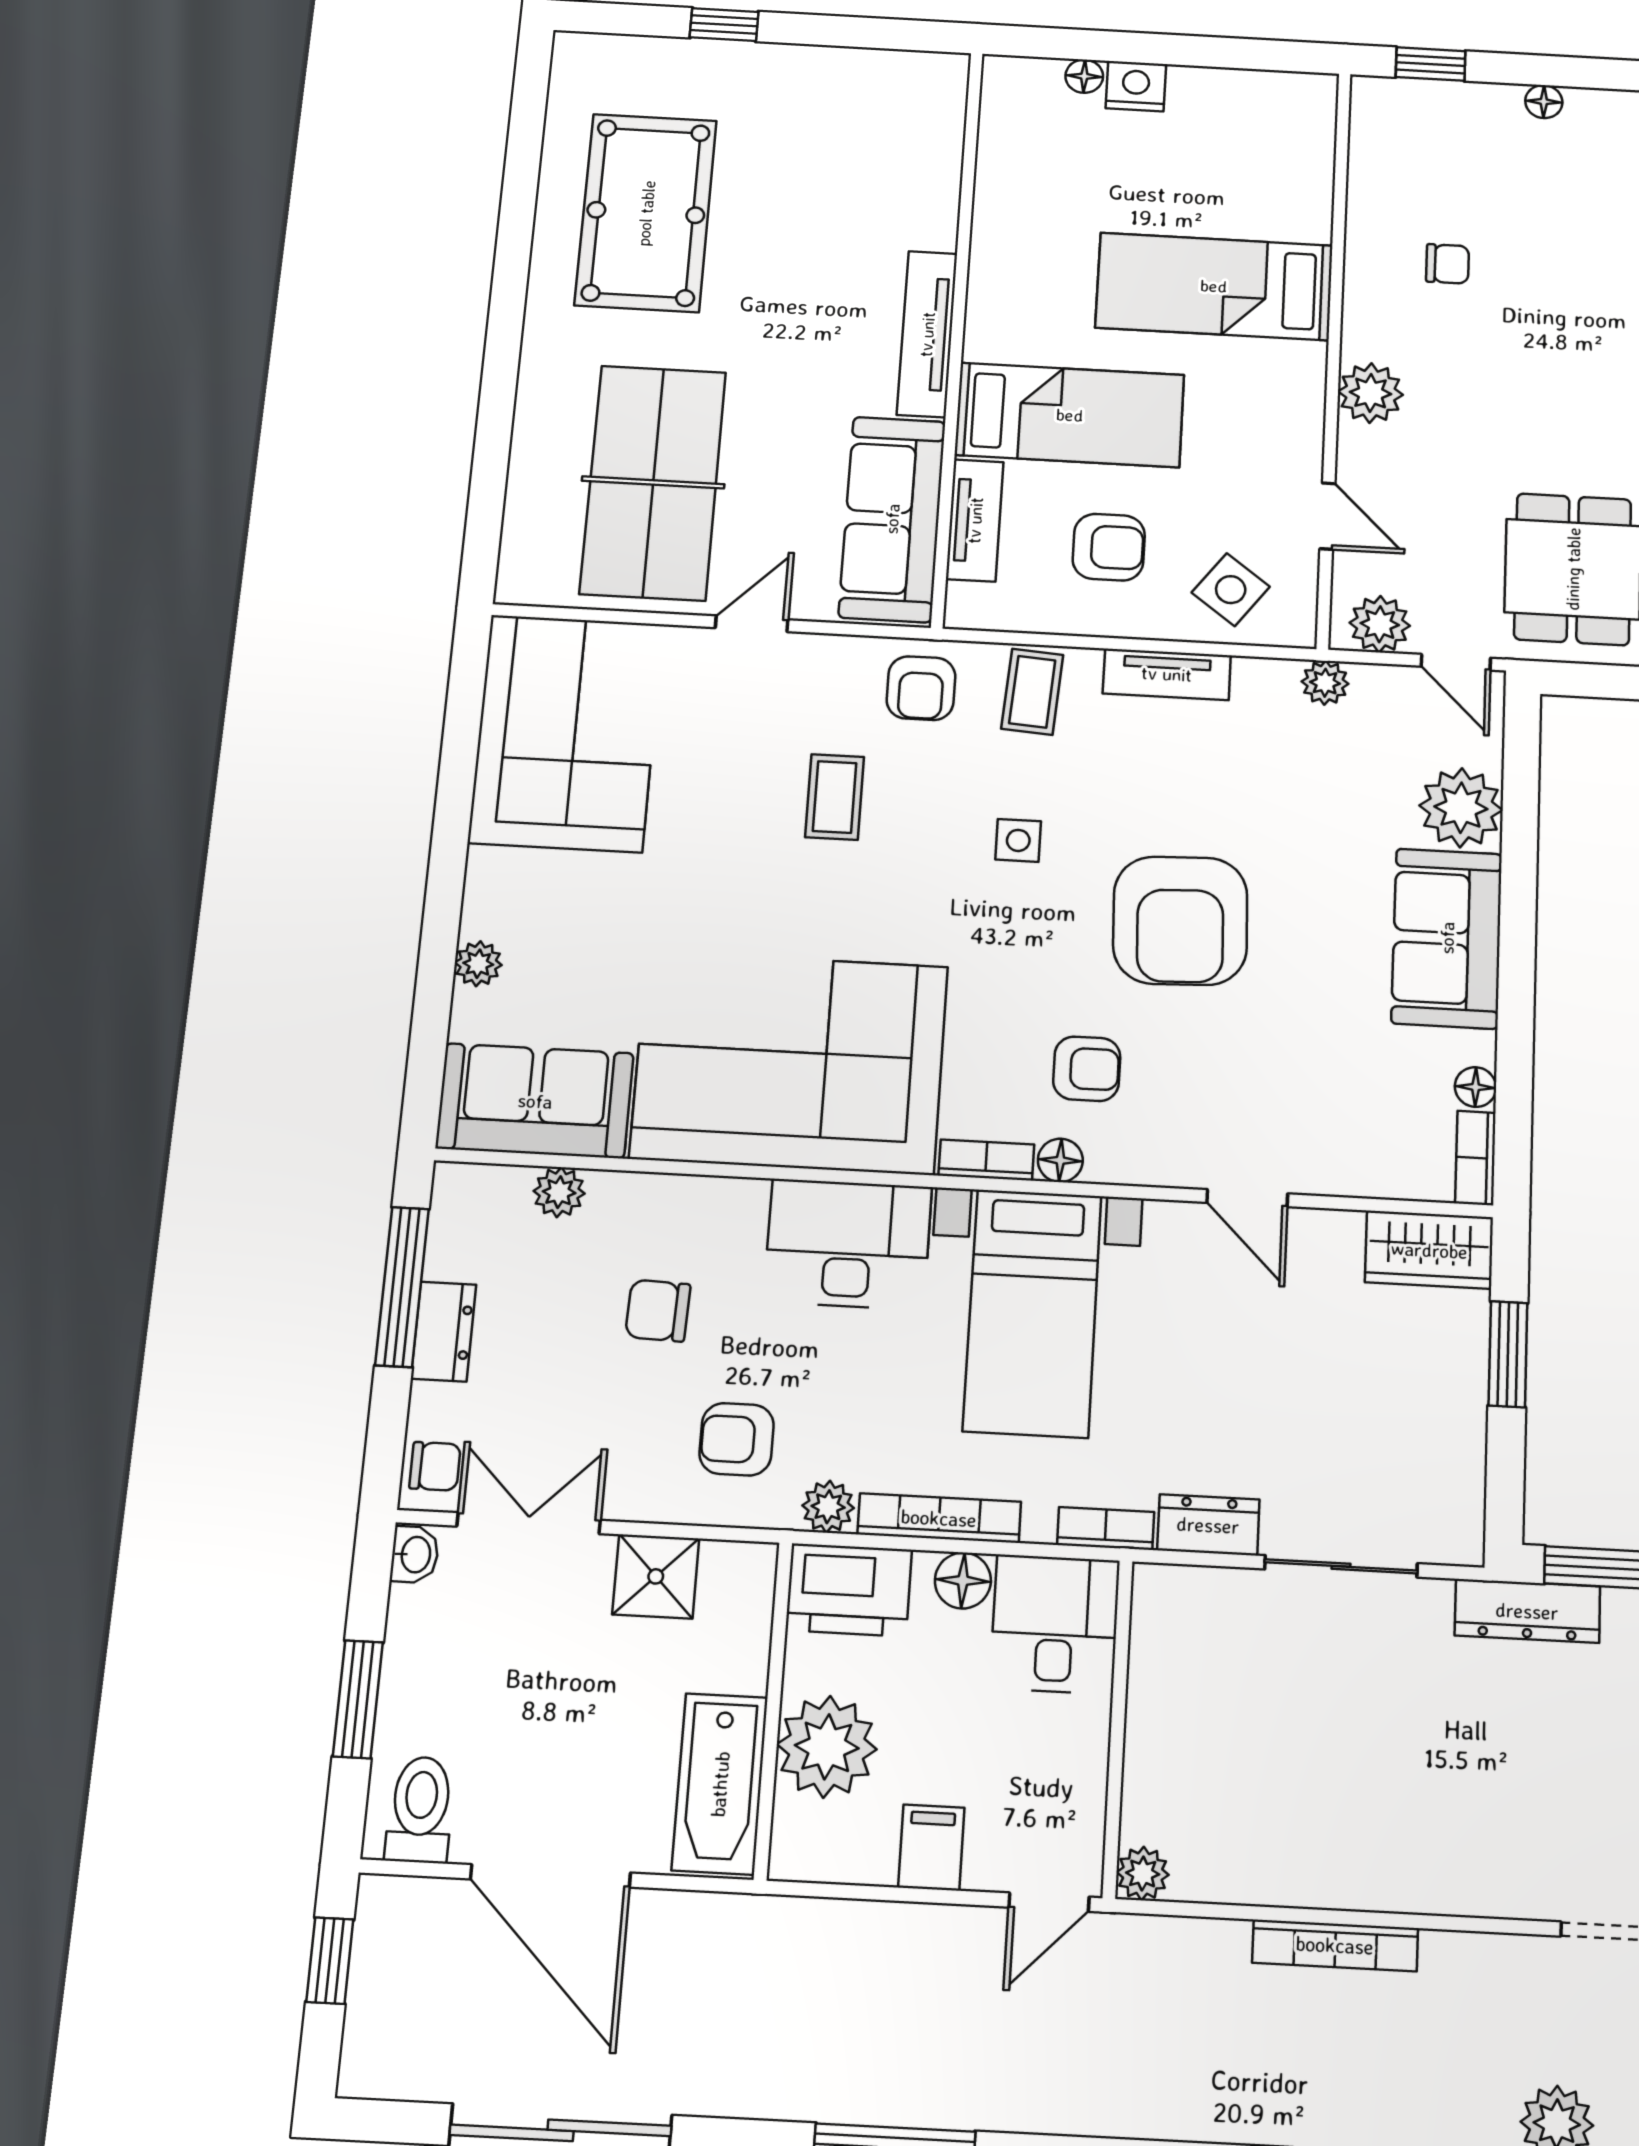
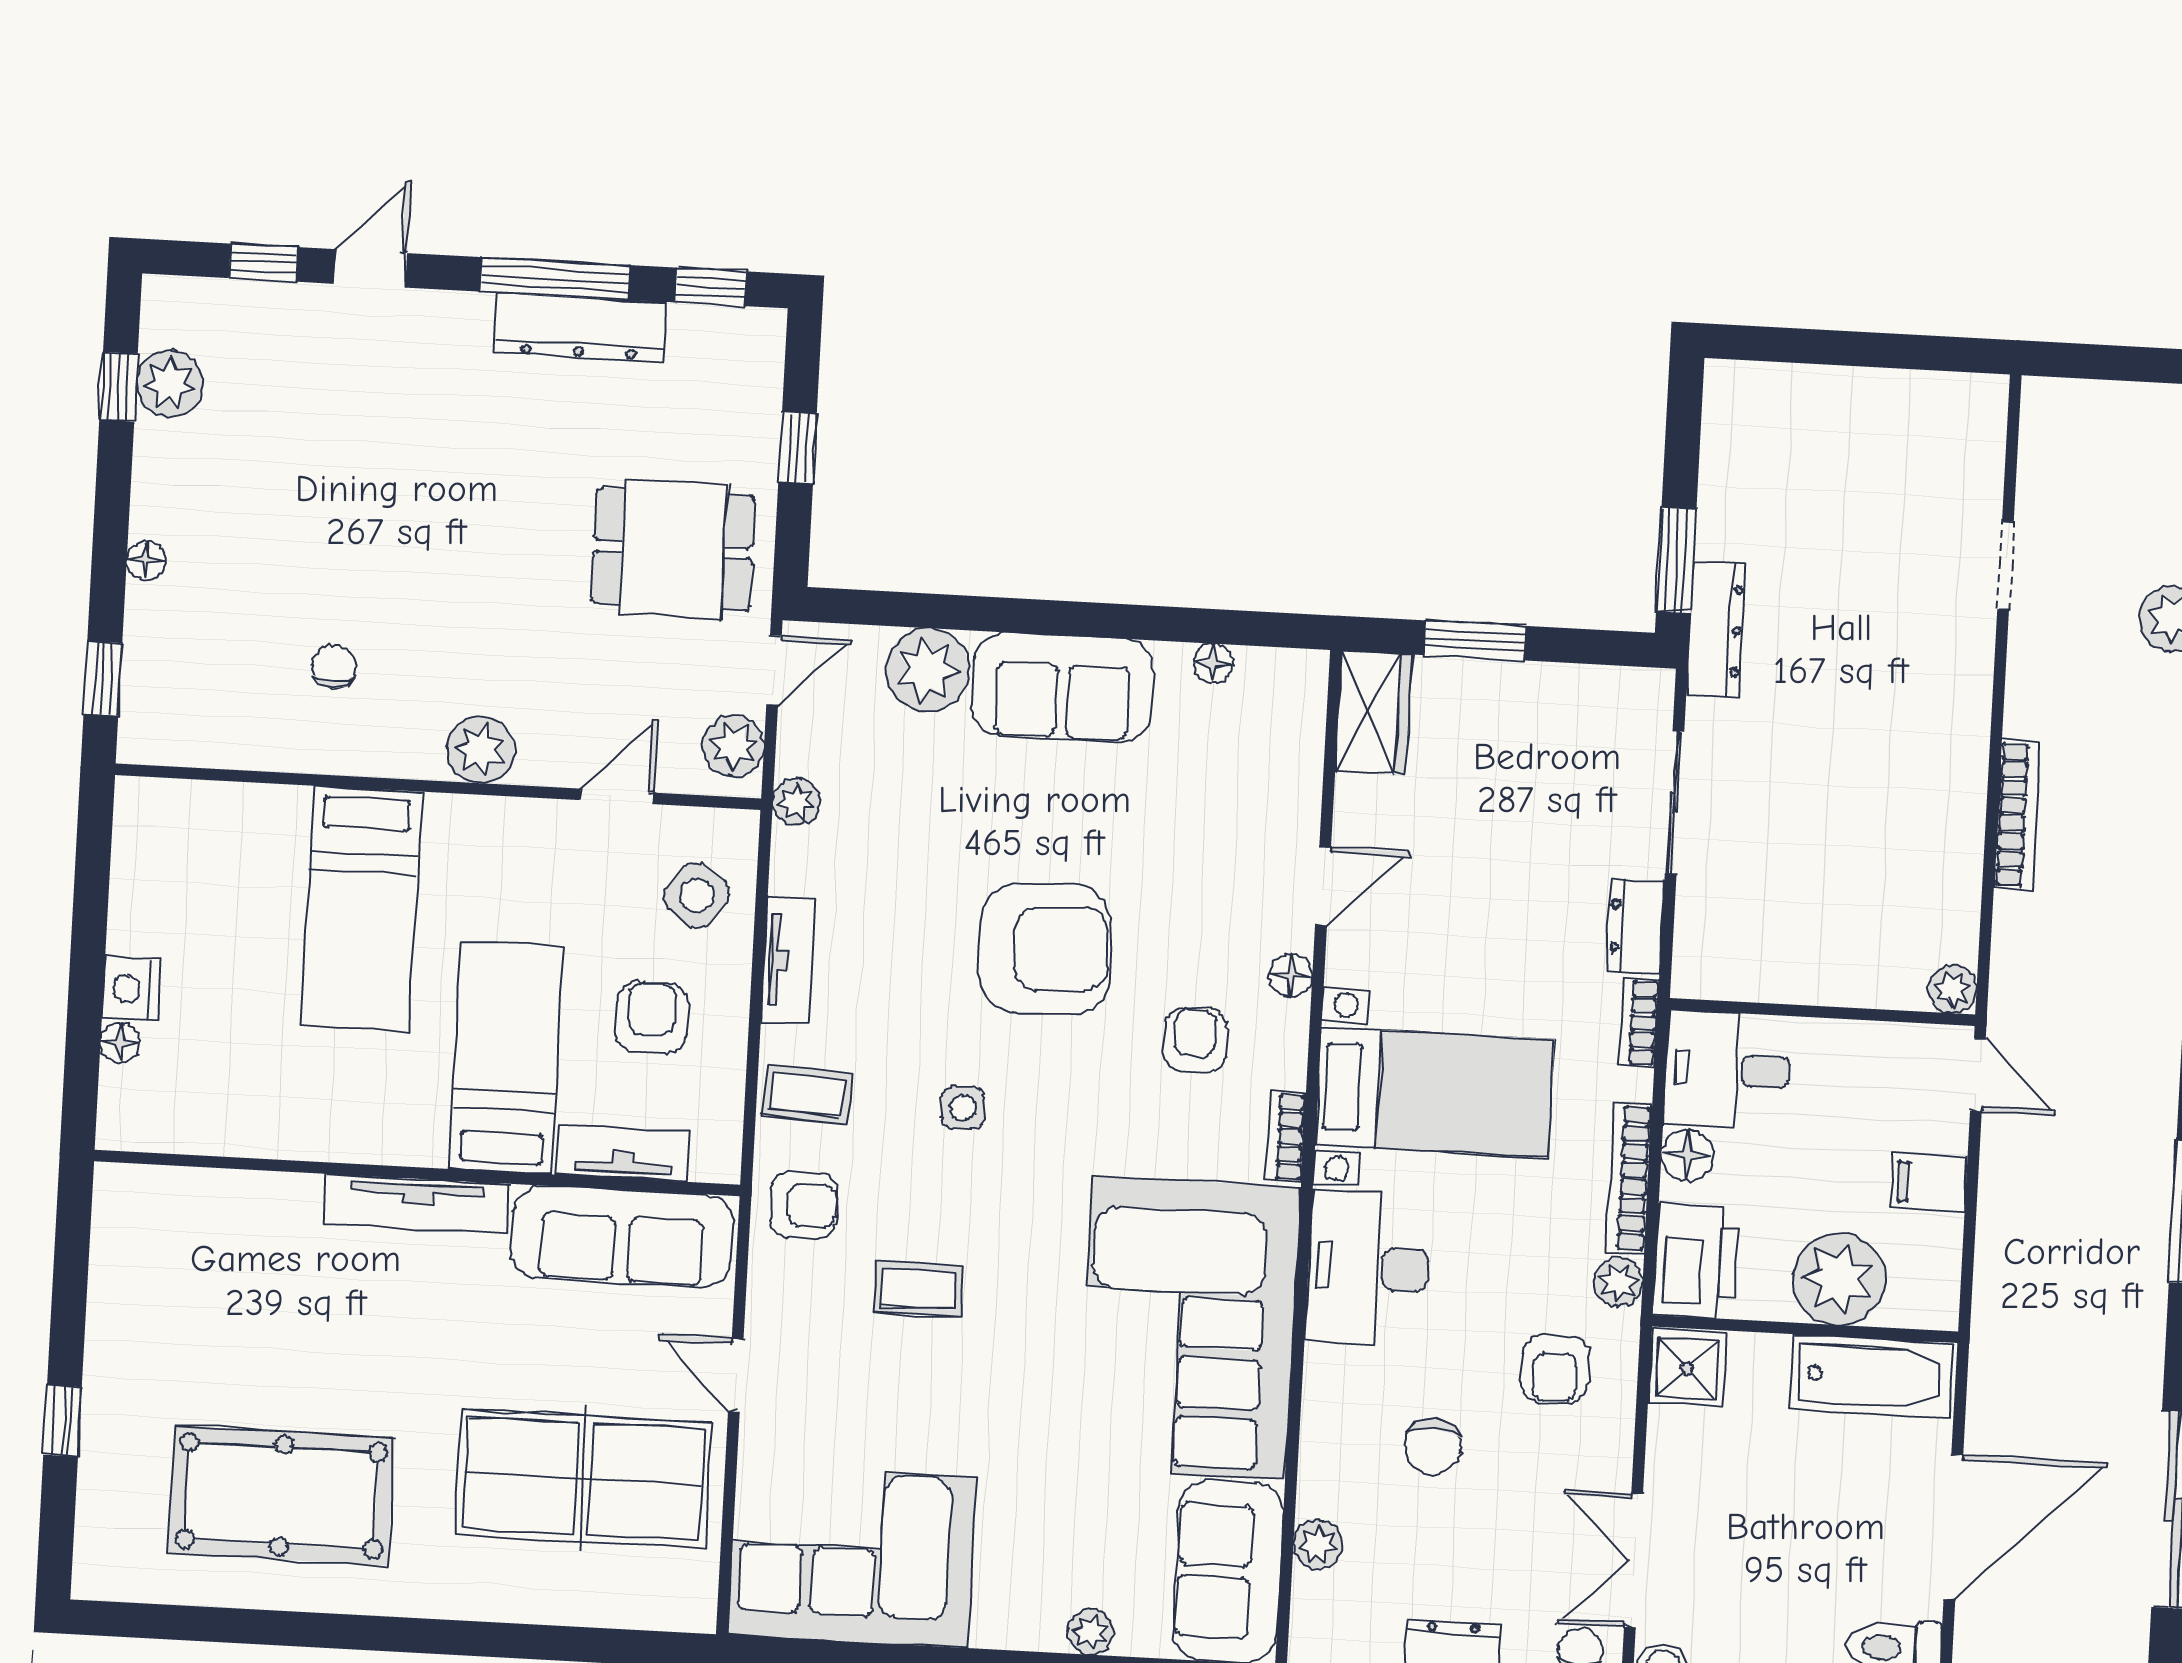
bookcase: (1475, 1158) -> (1283, 666), removed
floor lamp: (1060, 1160) -> (1291, 975), moved
shower: (656, 1576) -> (1687, 1368), moved

